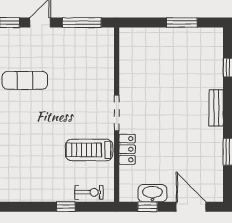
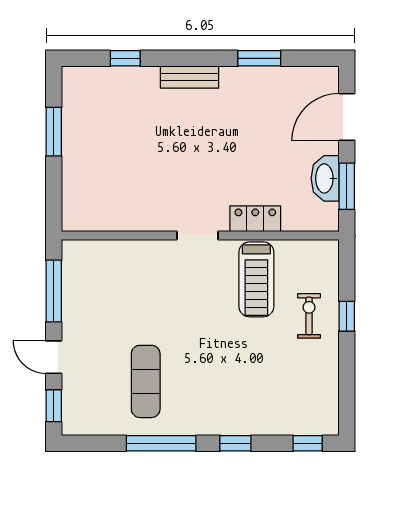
doorway: (117, 113) -> (197, 235), width x0.73
exercise bike: (89, 192) -> (309, 316), moved
window: (148, 207) -> (347, 186), width x1.50

